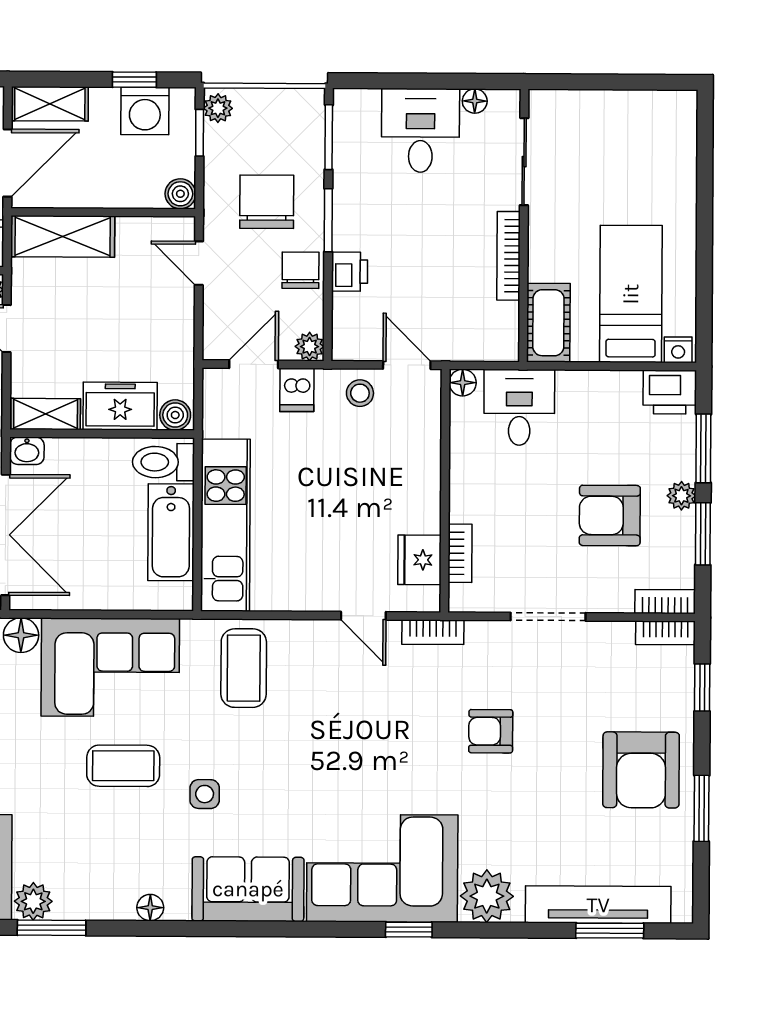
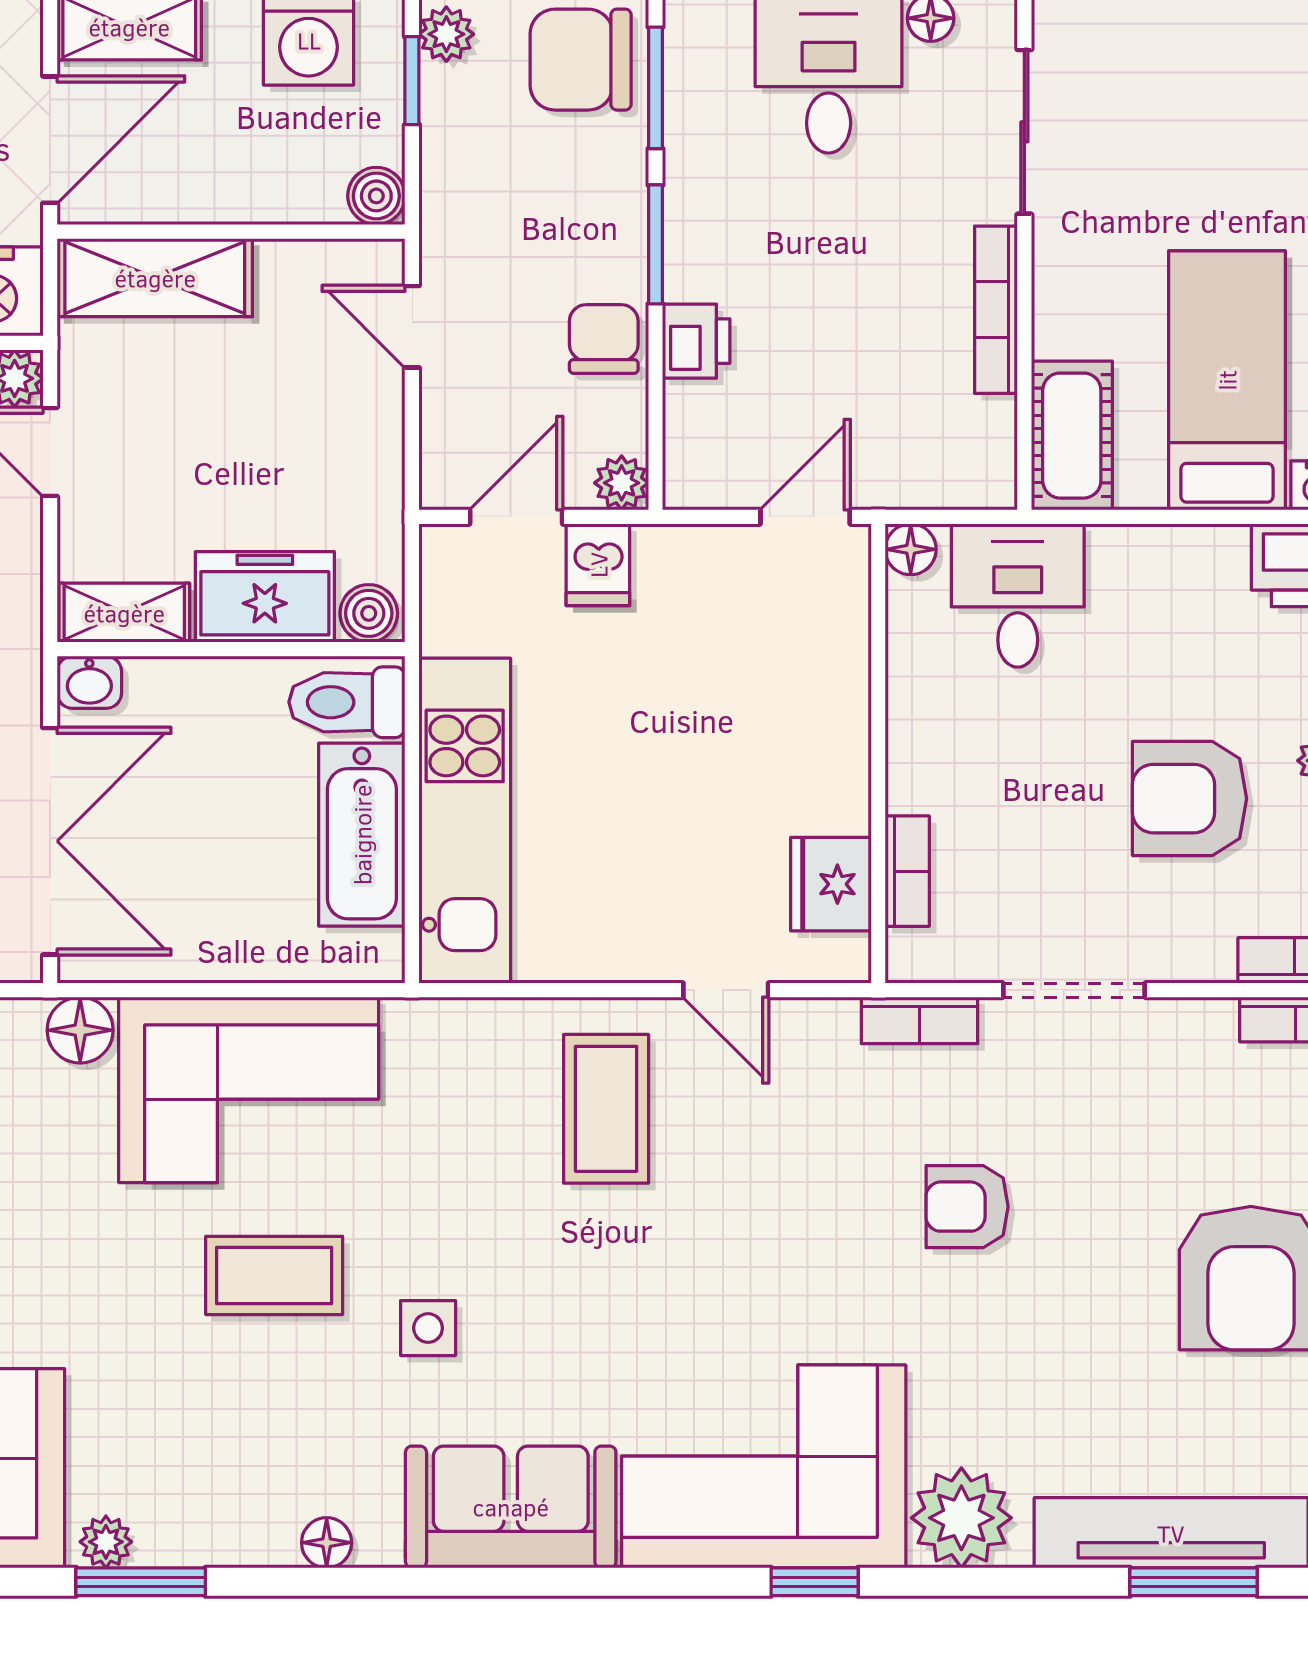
chair: (267, 202) -> (581, 60), moved, turned -90
door: (407, 365) -> (805, 517), hinge flipped
stool: (360, 393) -> (717, 570), removed
bookcase: (433, 632) -> (920, 1020), moved
coffee table: (244, 668) -> (606, 1109), moved
plant: (33, 901) -> (106, 1542), width x0.73, depth x0.73

